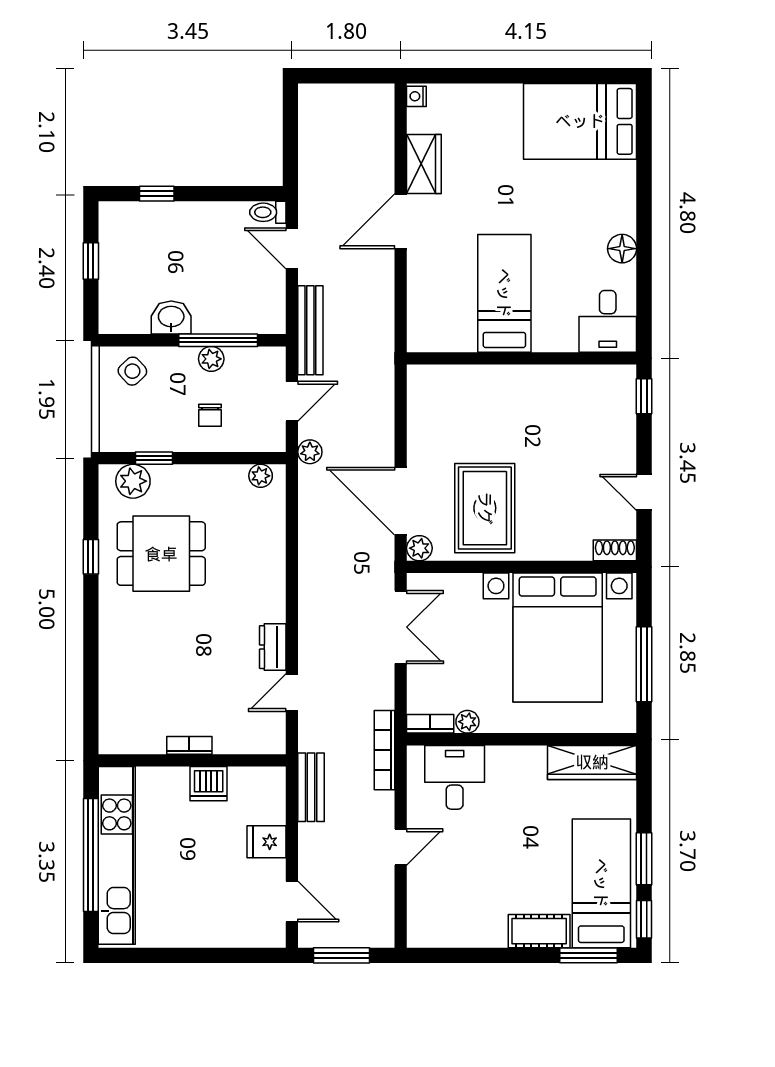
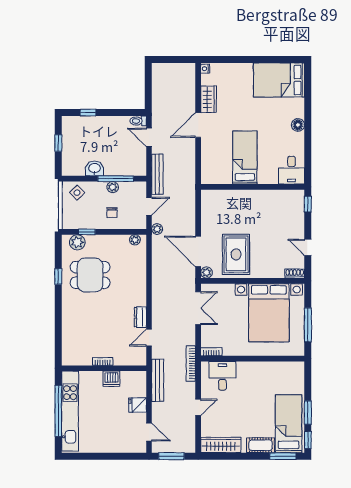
floor lamp: (622, 249) -> (298, 125), moved
plant: (467, 722) -> (228, 351), removed
wardrobe: (592, 762) -> (221, 445), moved, turned 180
bench: (311, 787) -> (158, 380), width x1.36

